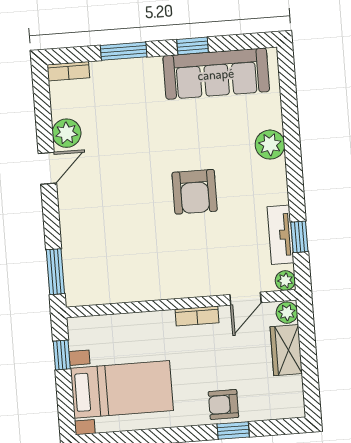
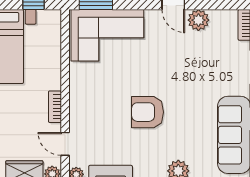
corner sofa: (96, 253) -> (107, 35), added

